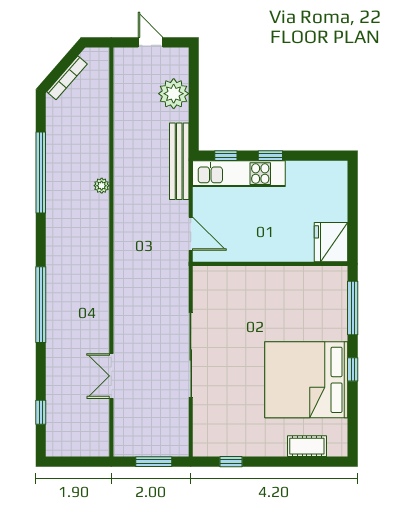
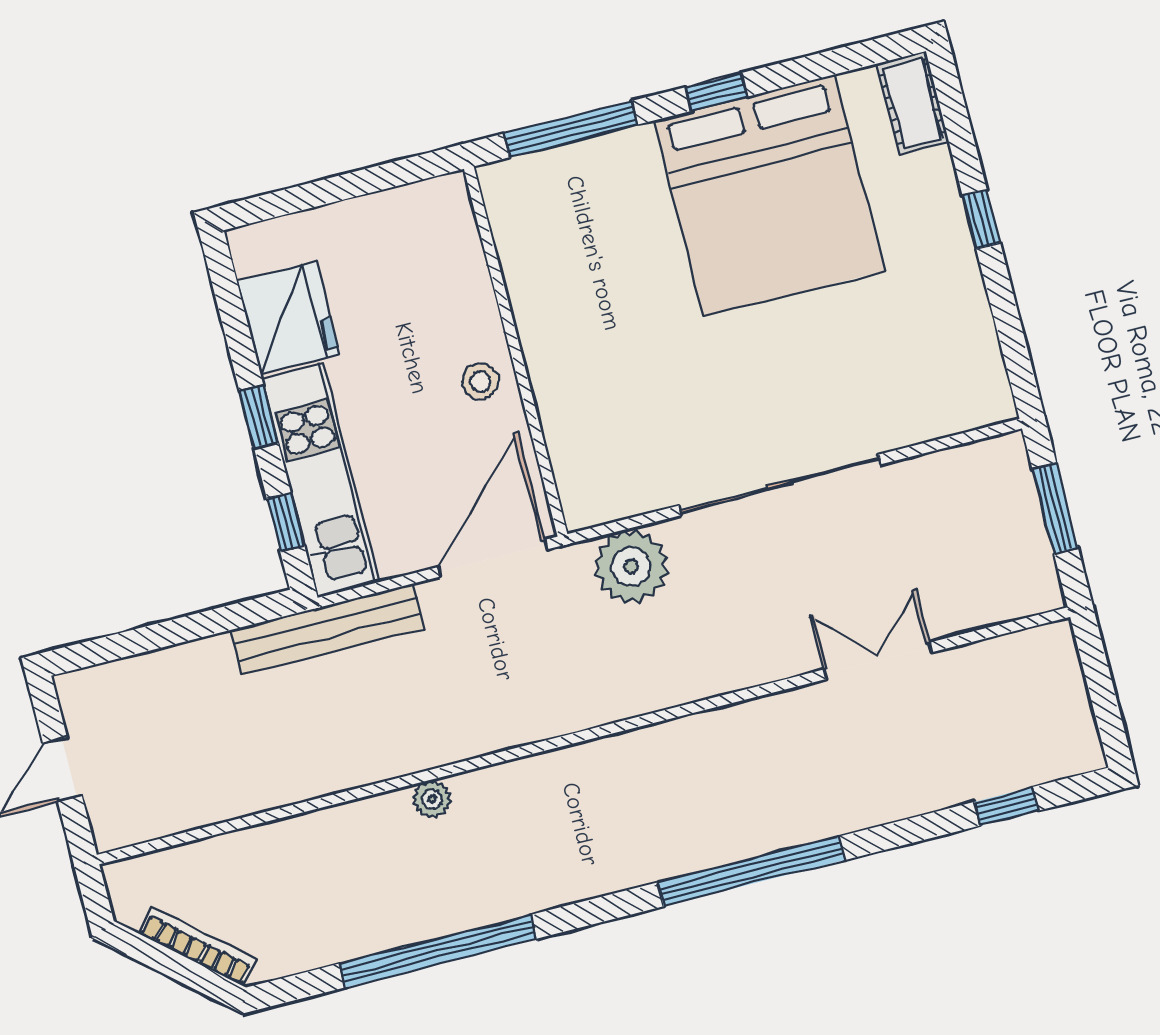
plant: (174, 94) -> (631, 566), moved
door: (191, 234) -> (492, 558), width x1.36
fridge: (331, 242) -> (288, 318), moved, turned -90
stool: (262, 247) -> (480, 381), added
double door: (111, 376) -> (878, 661), swing flipped
cot: (307, 446) -> (913, 103), moved
window: (231, 462) -> (981, 219), moved

